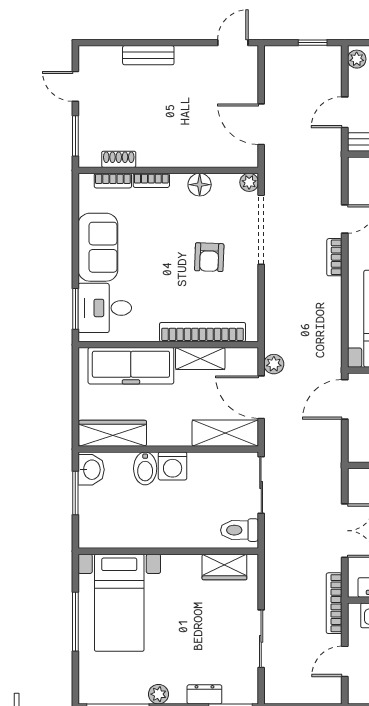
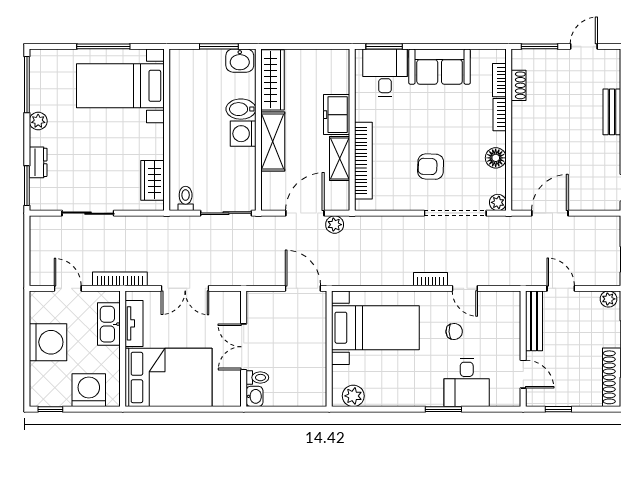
freezer: (131, 366) -> (337, 115), width x0.52, depth x0.79
shelving: (225, 433) -> (273, 141), moved
toilet: (239, 530) -> (186, 198), width x0.73, depth x0.72

